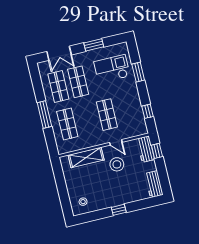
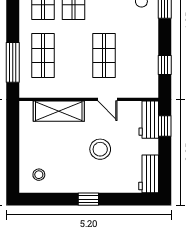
window: (44, 115) -> (13, 62), moved
stool: (117, 164) -> (100, 149), moved

